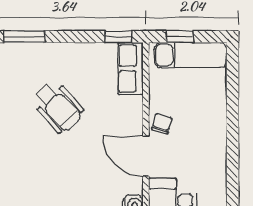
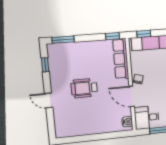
row of seats: (131, 69) -> (121, 59), width x1.48
wheelchair: (58, 107) -> (84, 88), moved, turned 133

